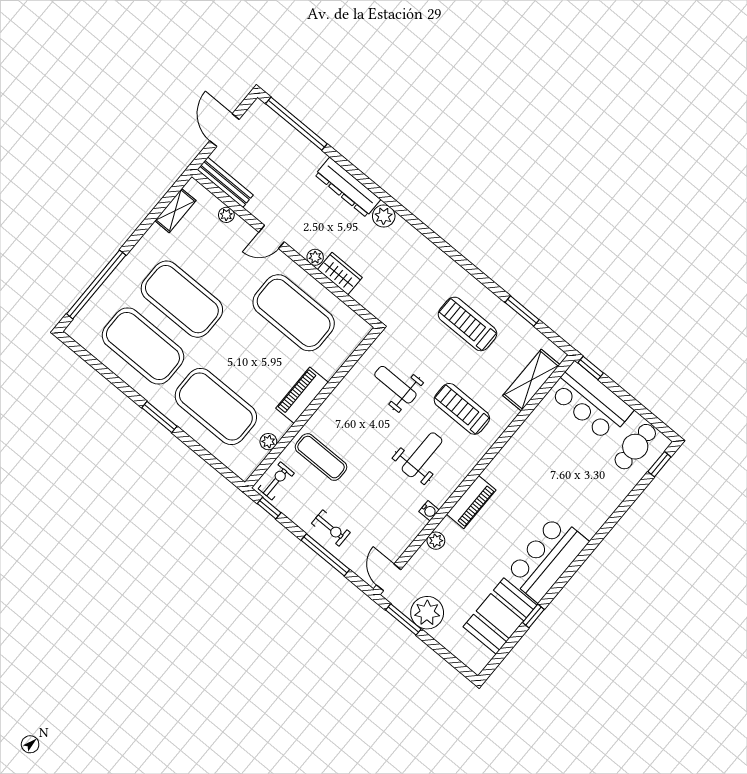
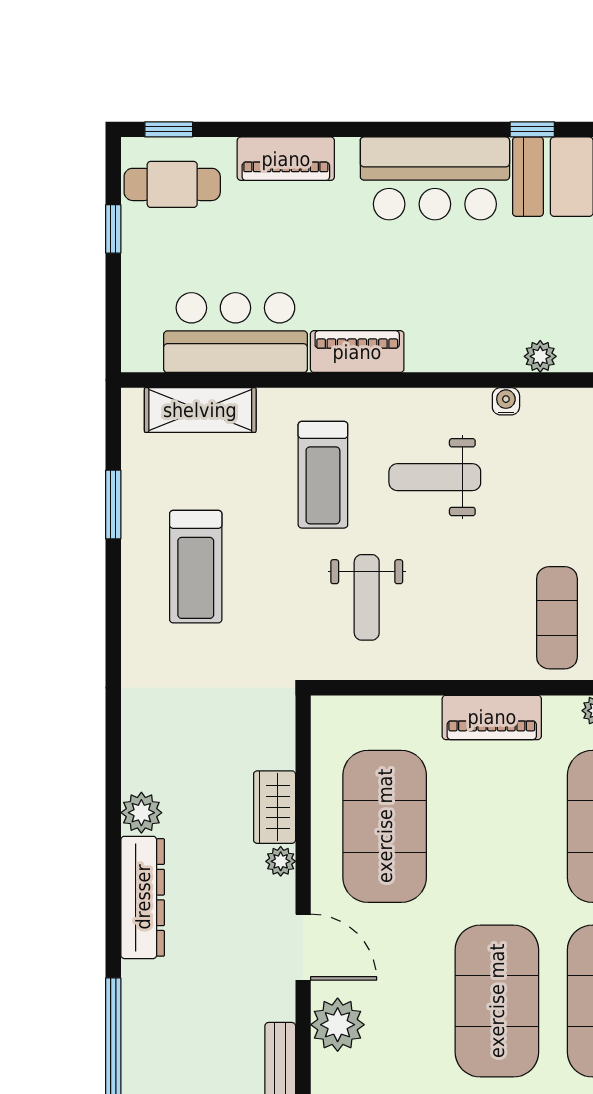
plant: (226, 215) -> (338, 1025), width x1.88, depth x1.88
door: (271, 237) -> (303, 947), width x1.38
window: (591, 368) -> (113, 229), moved
bar counter: (591, 402) -> (235, 333), moved, turned -90
piano: (471, 502) -> (357, 352), moved
piano: (607, 503) -> (286, 159), added

